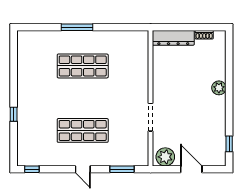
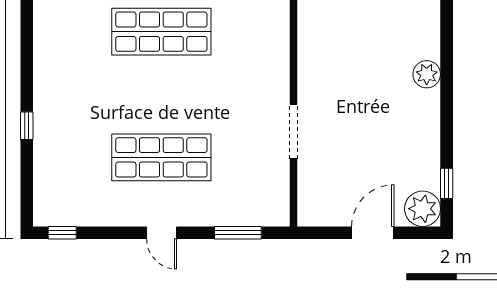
plant: (165, 157) -> (423, 209), moved
door: (191, 169) -> (373, 233), hinge flipped

